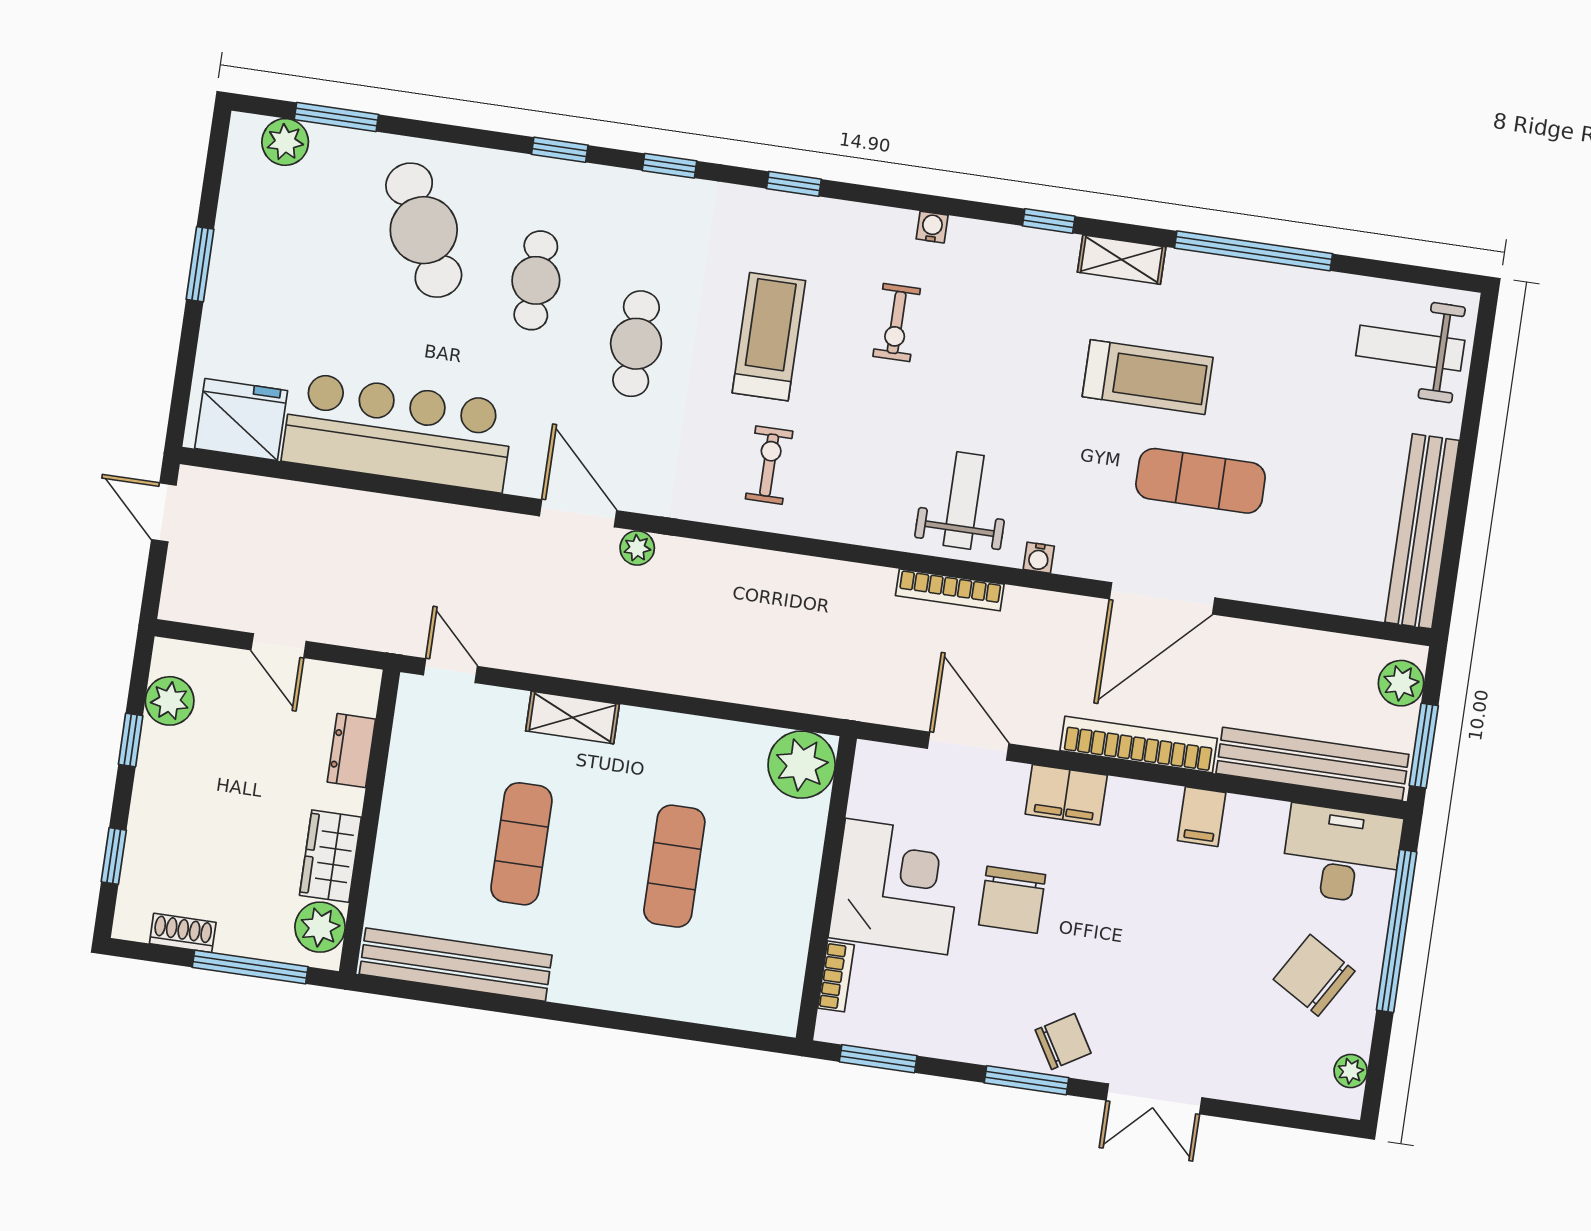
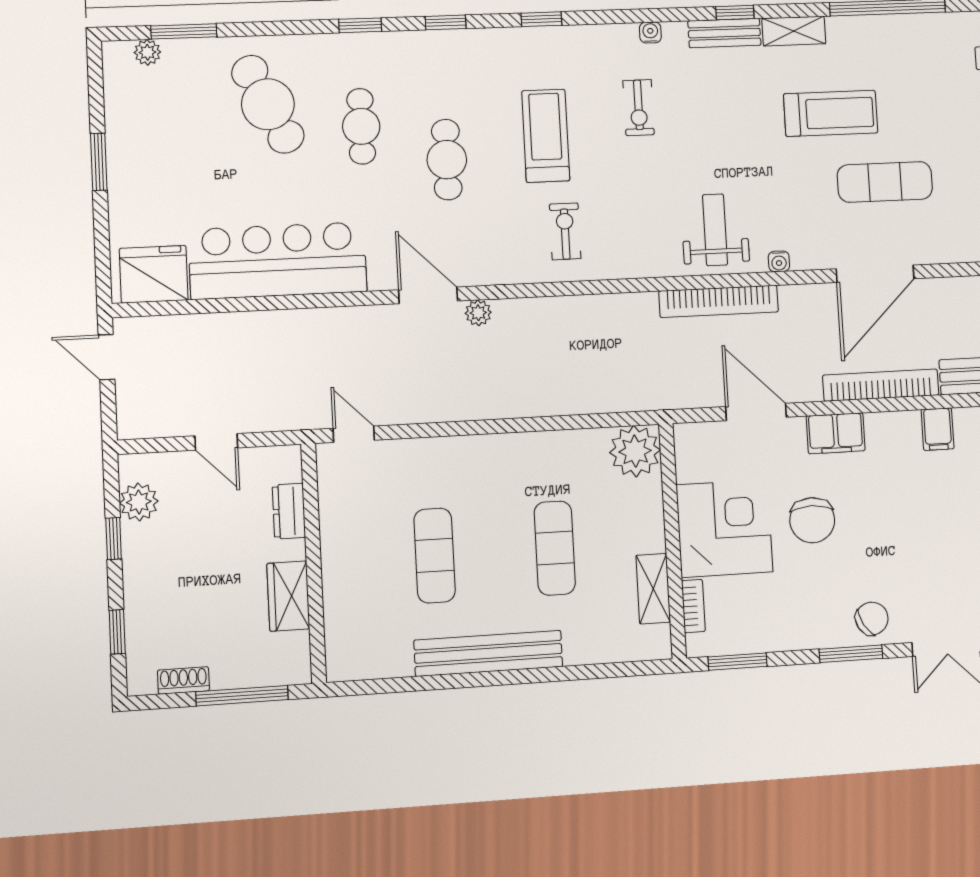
plant: (285, 142) -> (147, 52), width x0.73, depth x0.73
bench: (1029, 245) -> (724, 33), added
bookcase: (950, 590) -> (719, 301), width x1.48, depth x1.31
shelving: (573, 717) -> (653, 589), moved, turned 90
plant: (320, 927) -> (291, 653), removed
bench: (456, 965) -> (488, 653), moved

